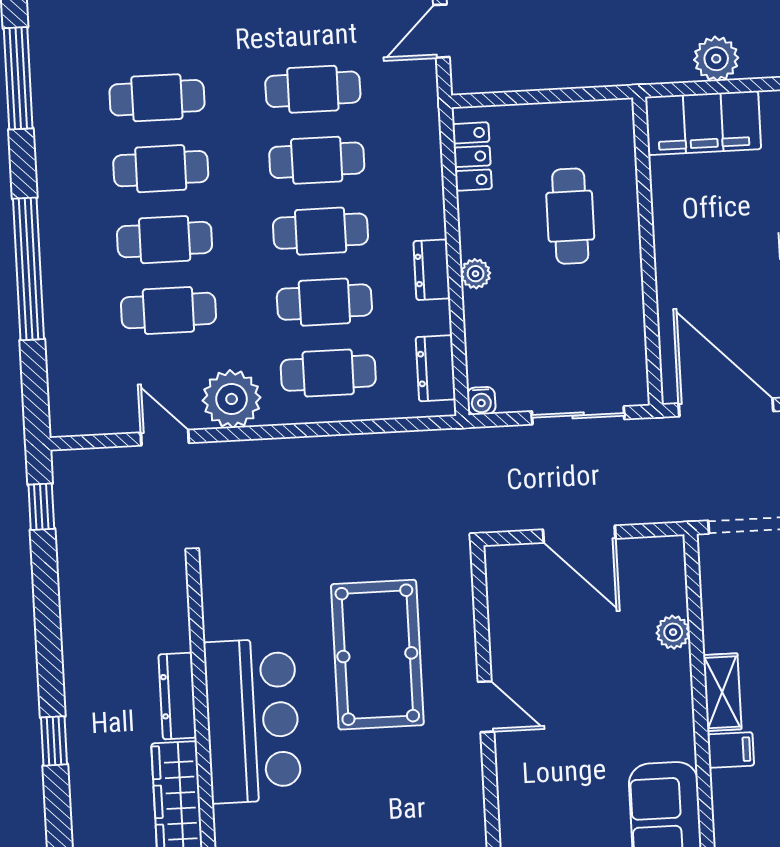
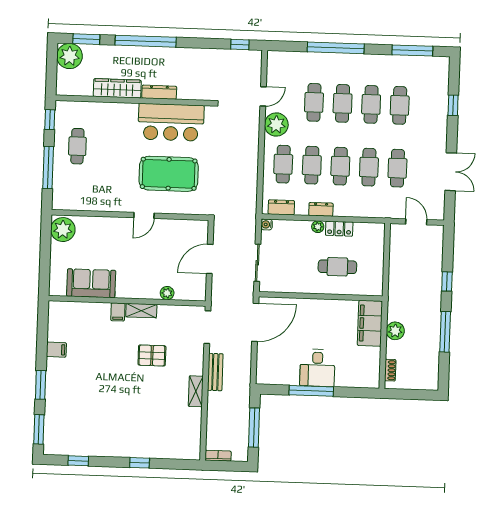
locker: (472, 156) -> (339, 229), moved
bar counter: (252, 721) -> (171, 122), moved
window: (54, 741) -> (146, 41), width x3.17

